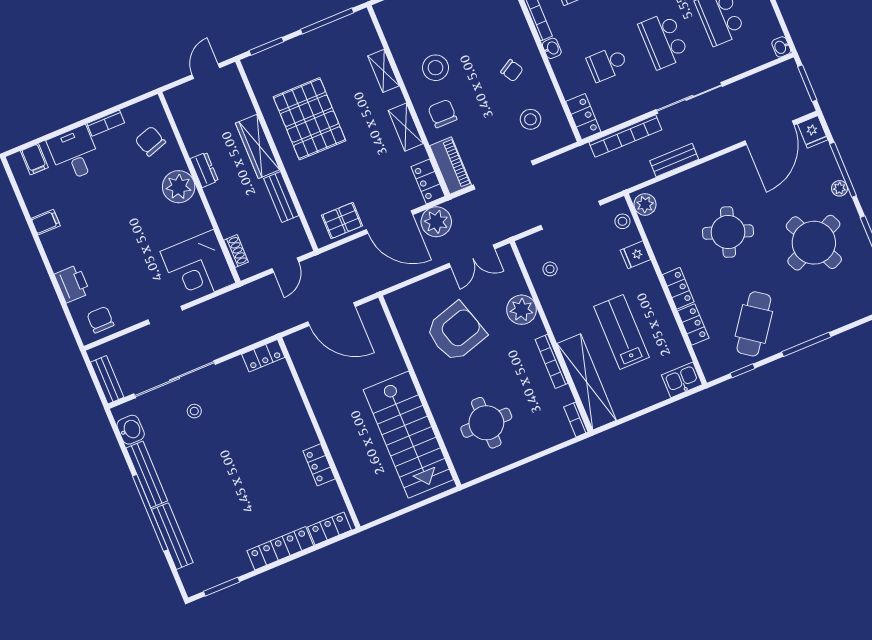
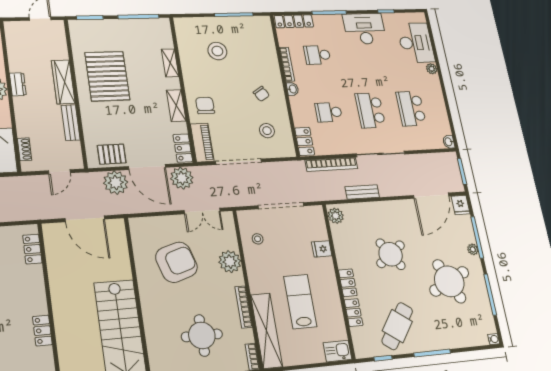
stool: (436, 68) -> (217, 51), moved
stool: (622, 221) -> (317, 222), removed
round table: (728, 232) -> (391, 254), turned 36
plant: (356, 256) -> (116, 183), added
locker: (263, 356) -> (32, 249), moved, turned 90
round table: (486, 423) -> (202, 335), moved

